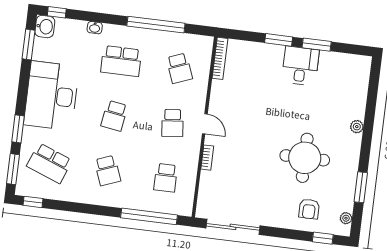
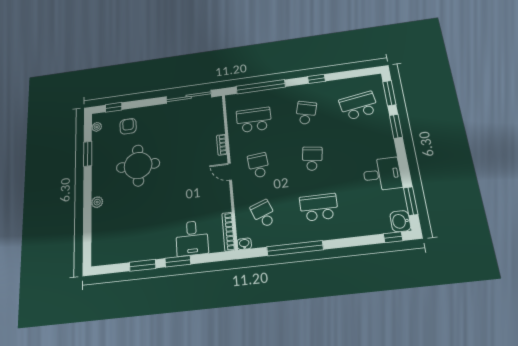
washbasin: (95, 28) -> (244, 244), moved
desk: (300, 66) -> (192, 238), moved
desk: (51, 96) -> (382, 174), width x0.53, depth x0.77
school desk: (49, 163) -> (359, 106), turned -30
school desk: (108, 170) -> (306, 113), turned 36
school desk: (166, 178) -> (254, 120), width x1.85
window: (33, 202) -> (316, 79), moved

